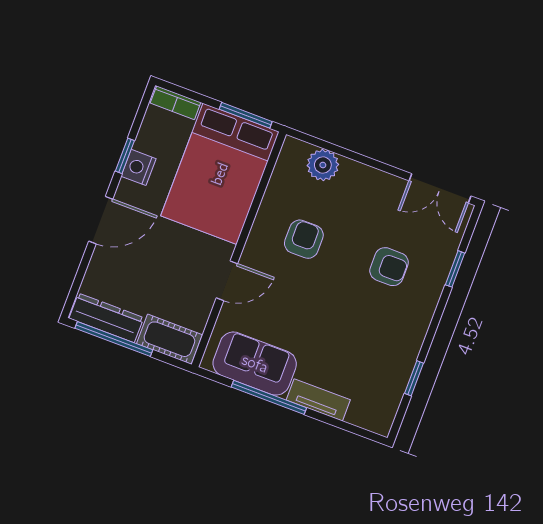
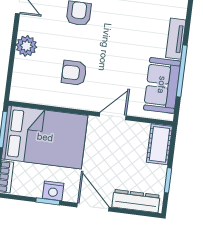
plant: (323, 165) -> (26, 46), moved
door: (227, 281) -> (113, 116), hinge flipped
dresser: (106, 318) -> (136, 201), moved, turned 90
window: (114, 339) -> (168, 180), width x0.46

